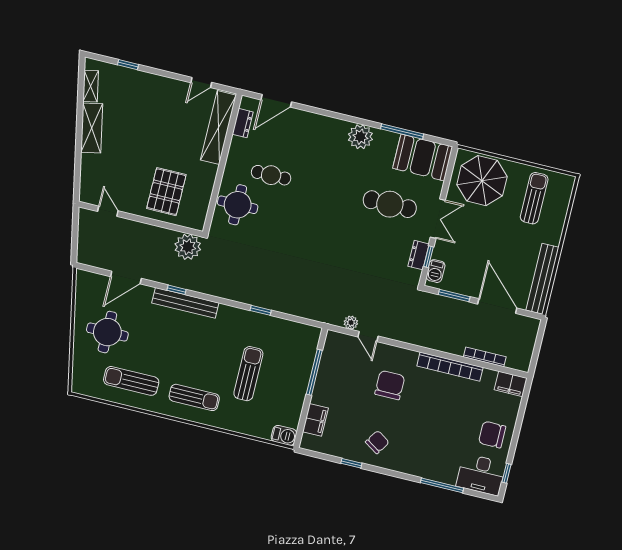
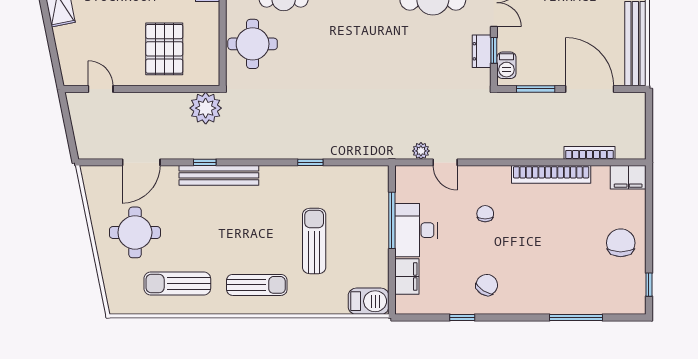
chair: (390, 385) -> (485, 214), width x0.54, depth x0.54
barbecue: (284, 435) -> (369, 301), width x1.38, depth x1.27
chair: (492, 435) -> (621, 243), turned 90
desk: (481, 474) -> (416, 230), moved, turned 90

